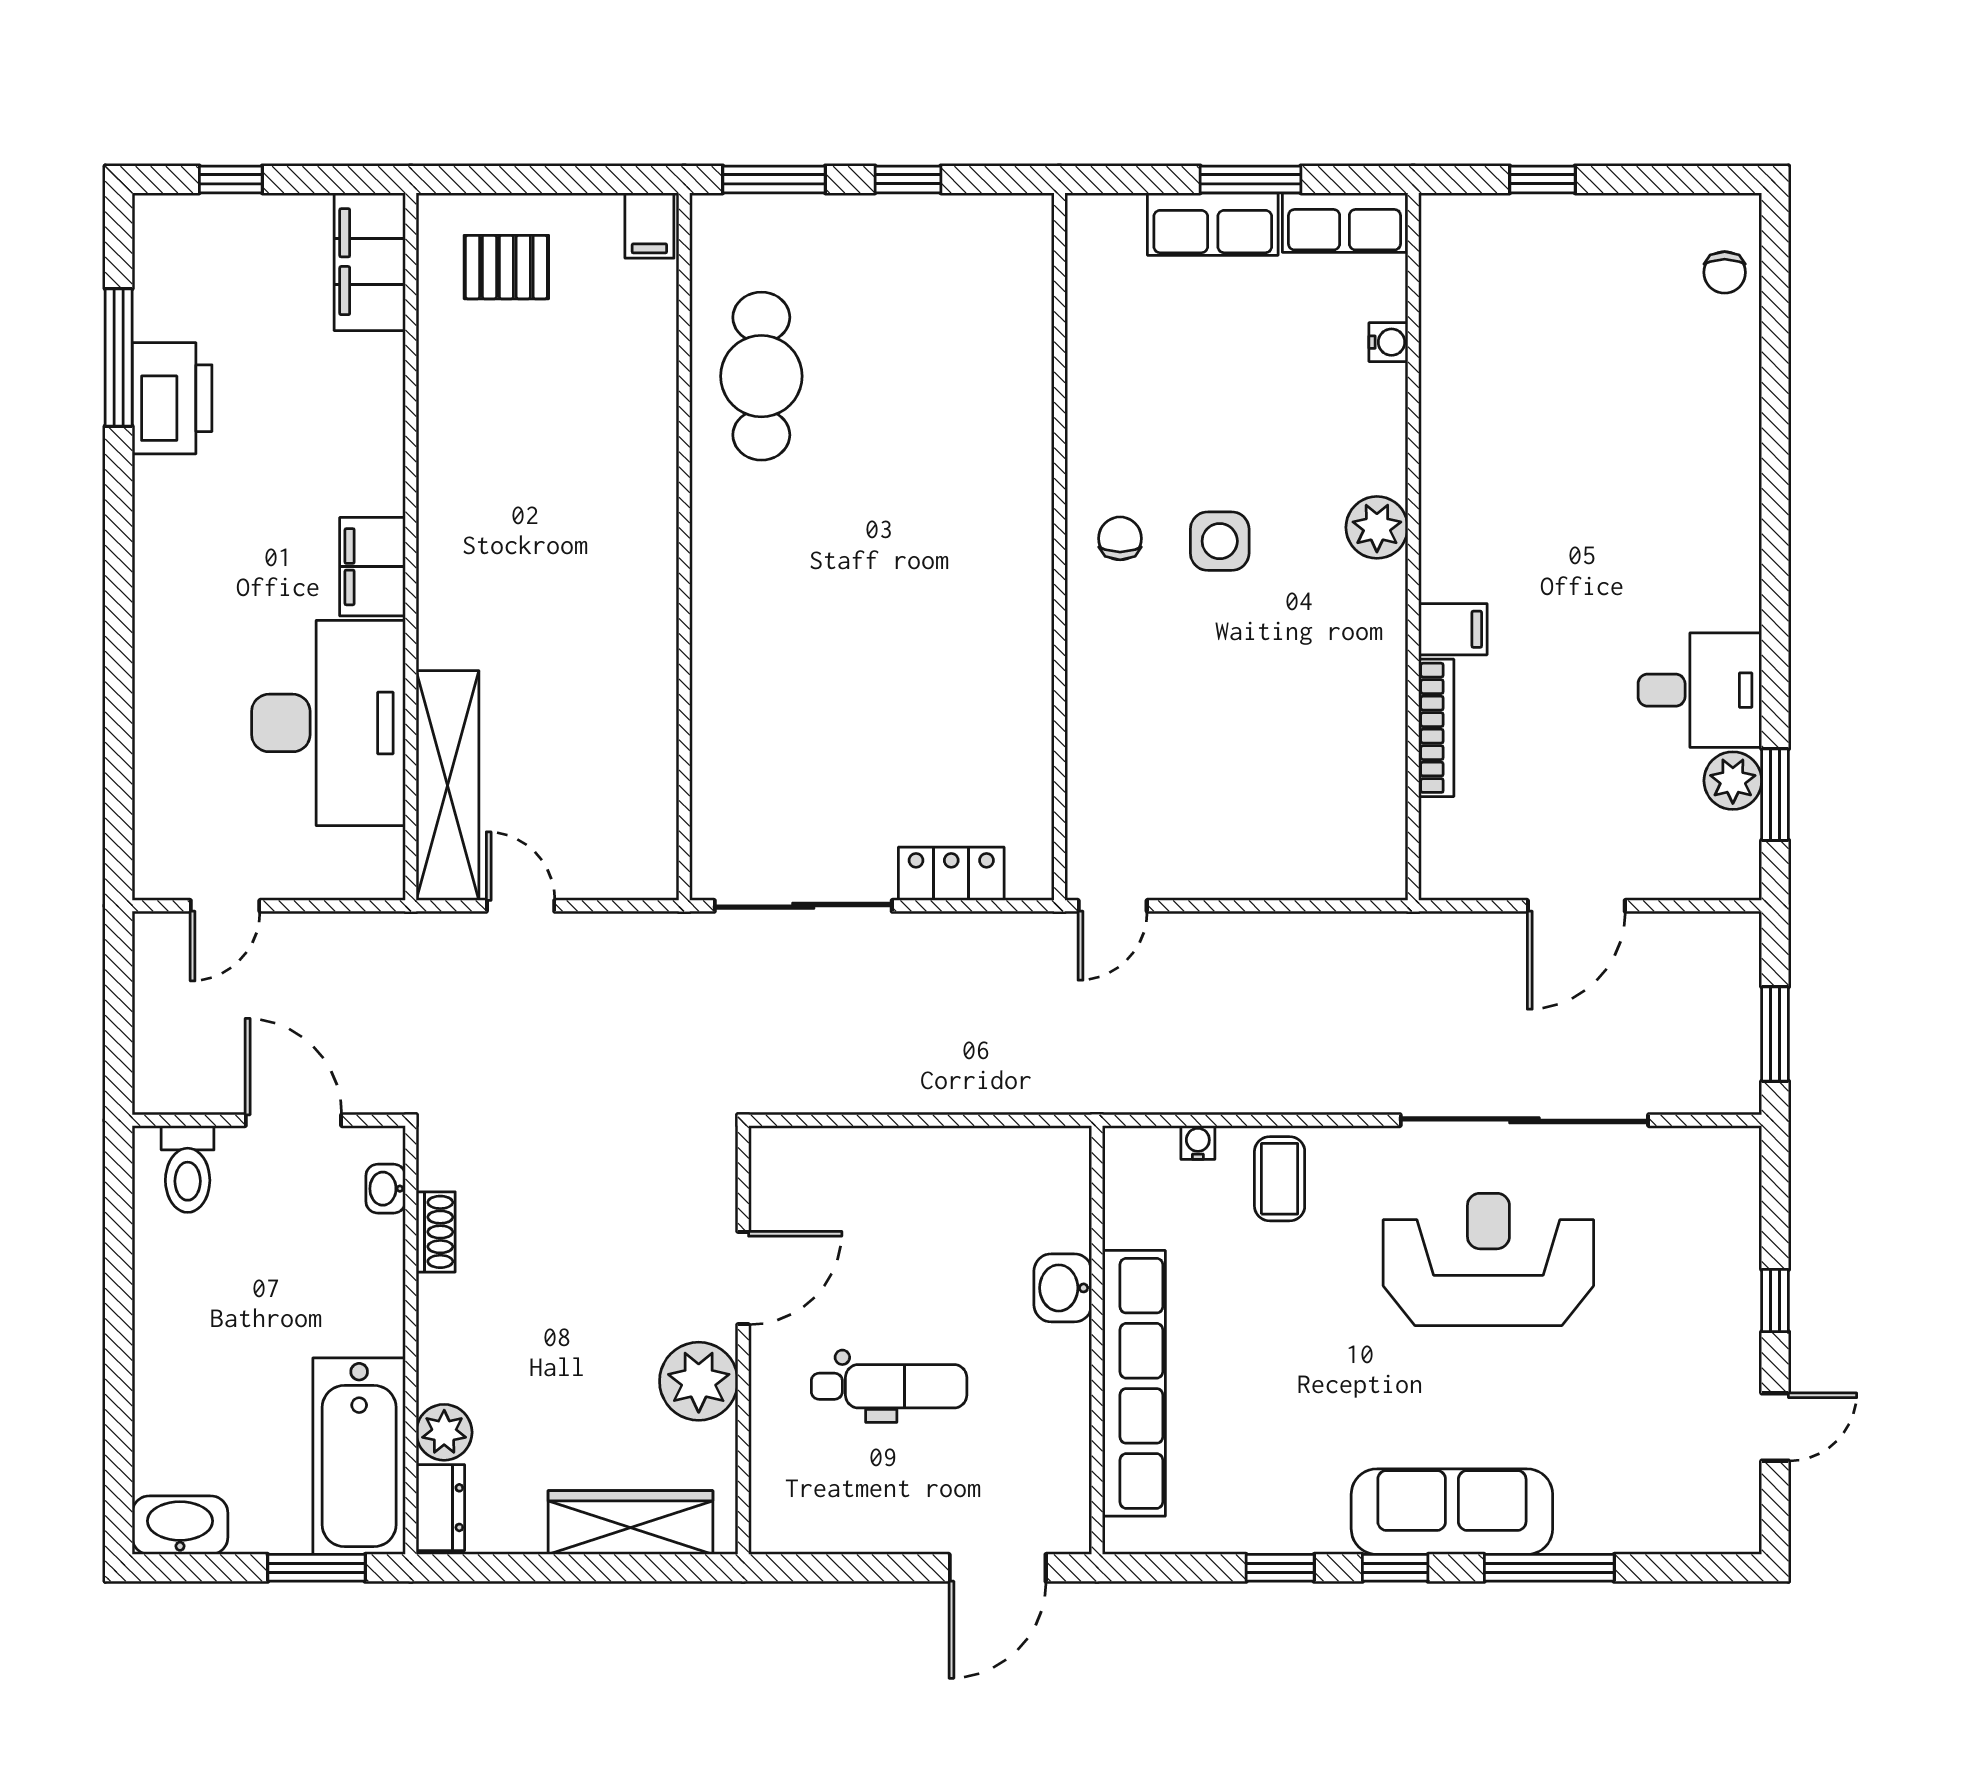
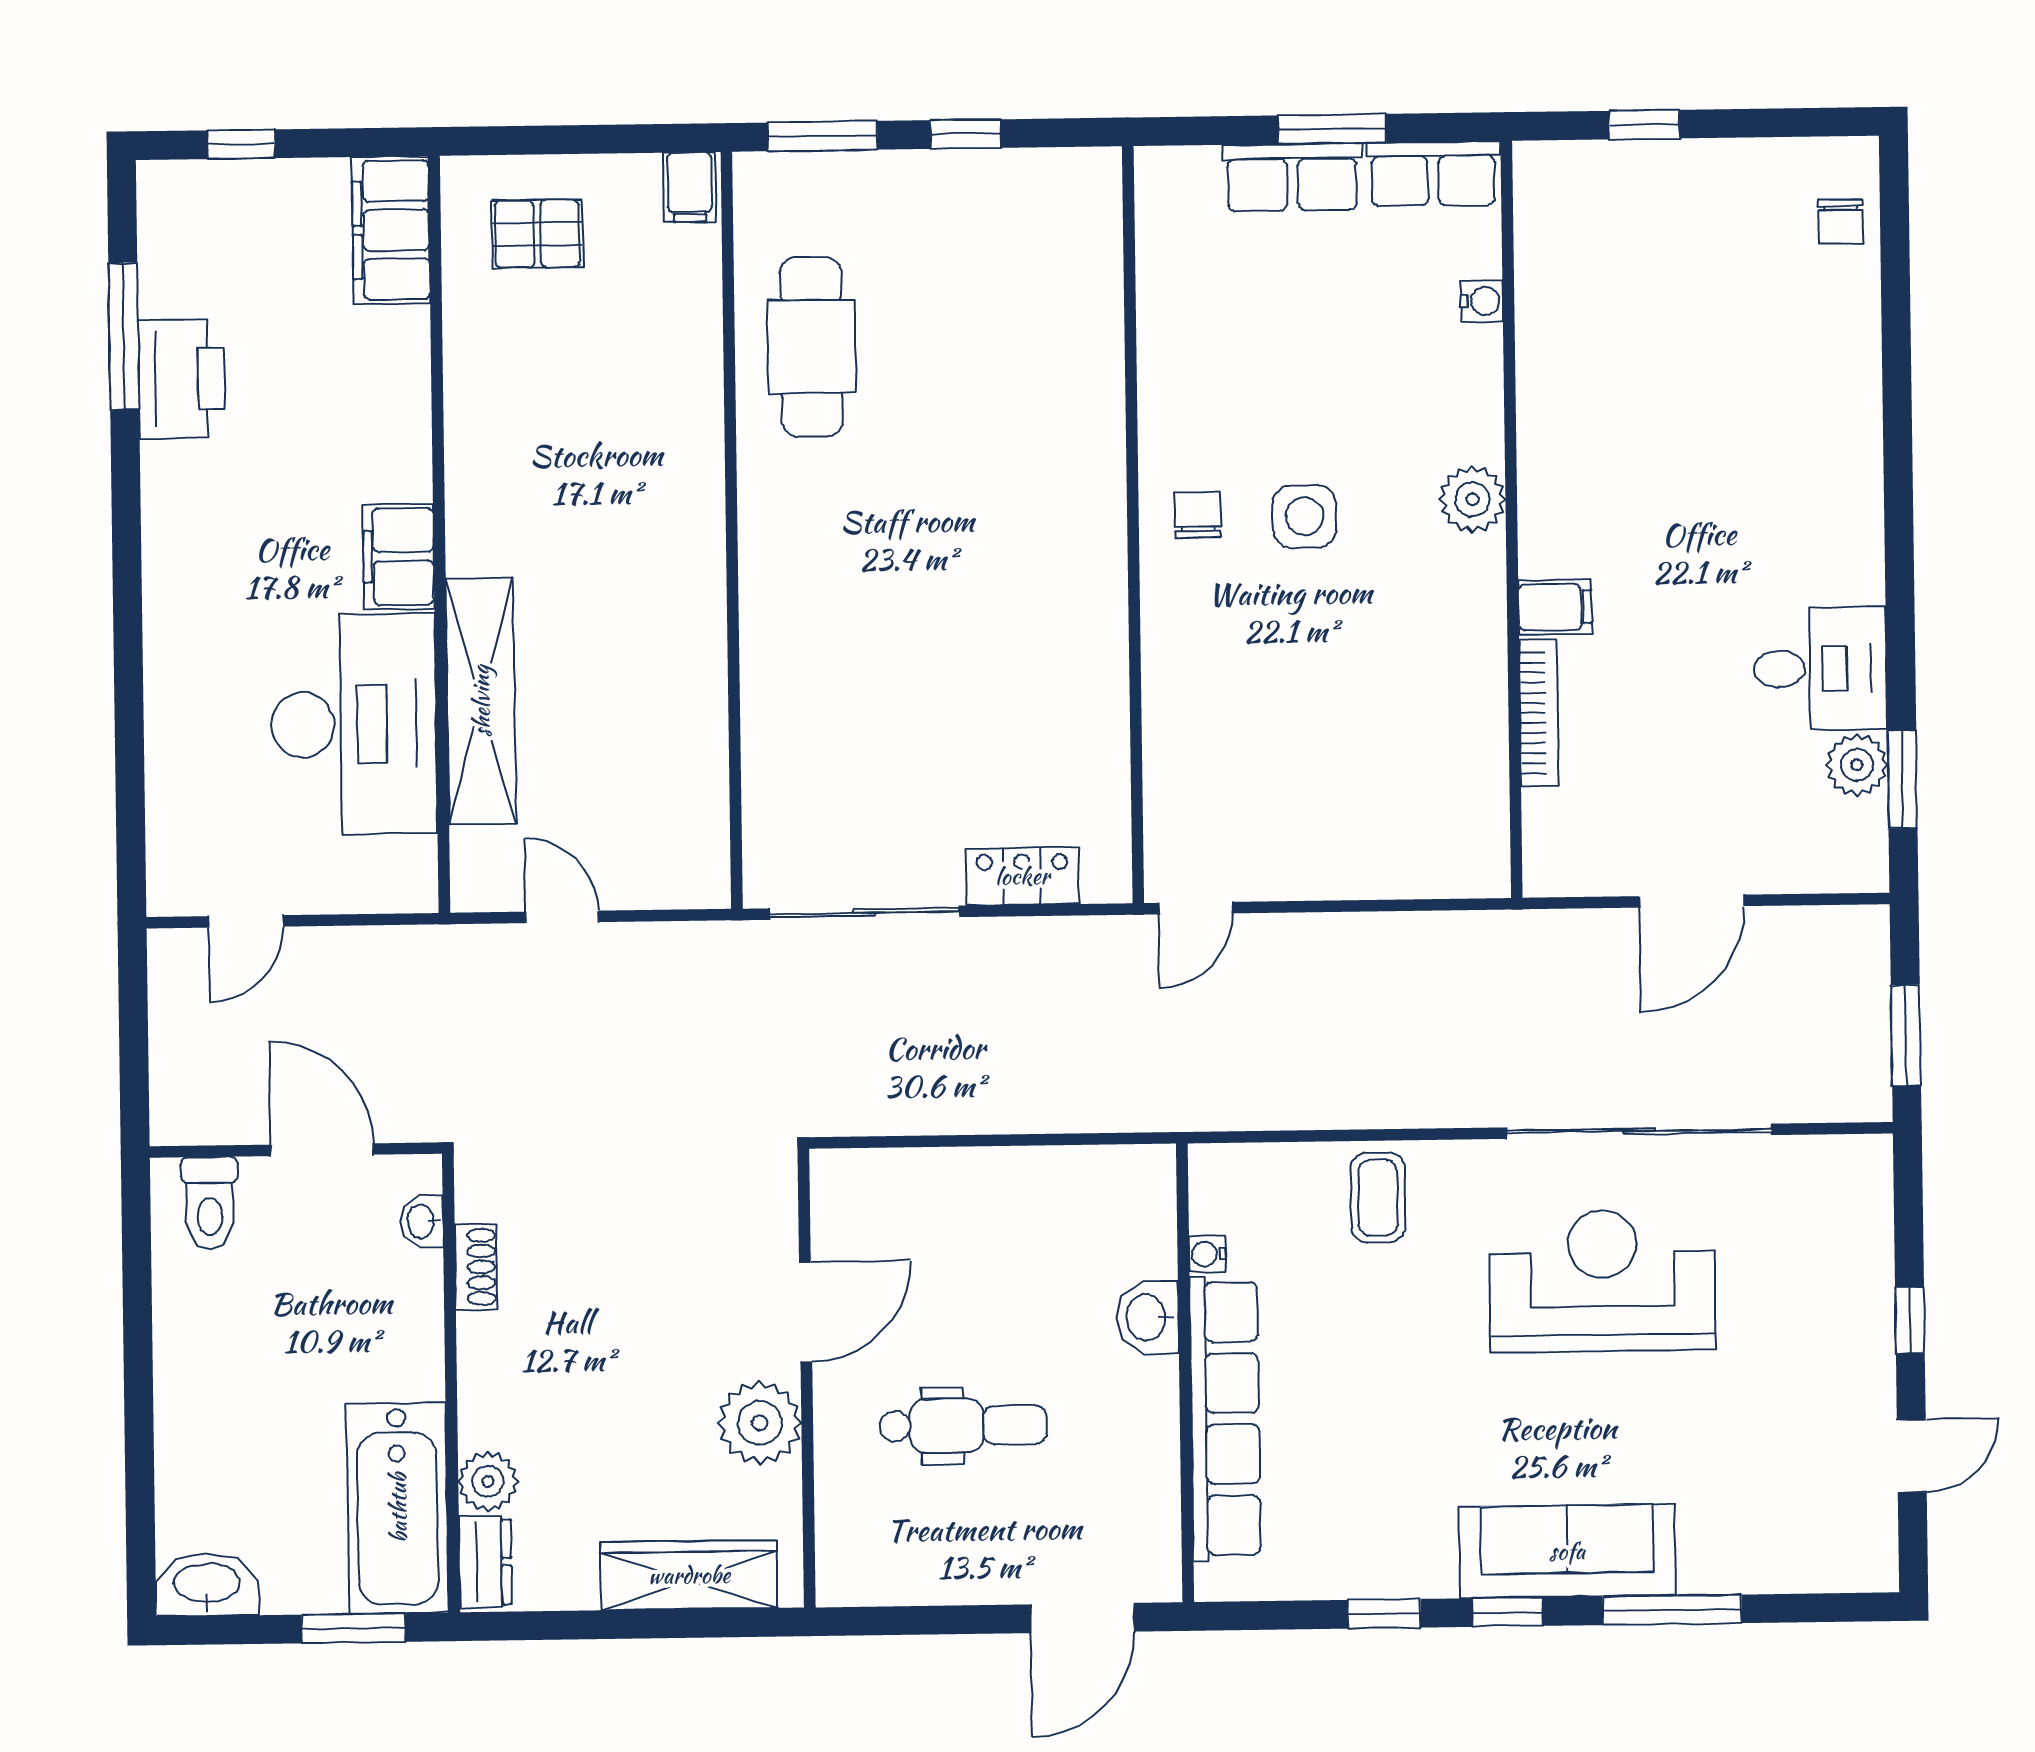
shelving: (447, 785) -> (481, 701), moved
water cooler: (1198, 1143) -> (1207, 1254), moved, turned -90

